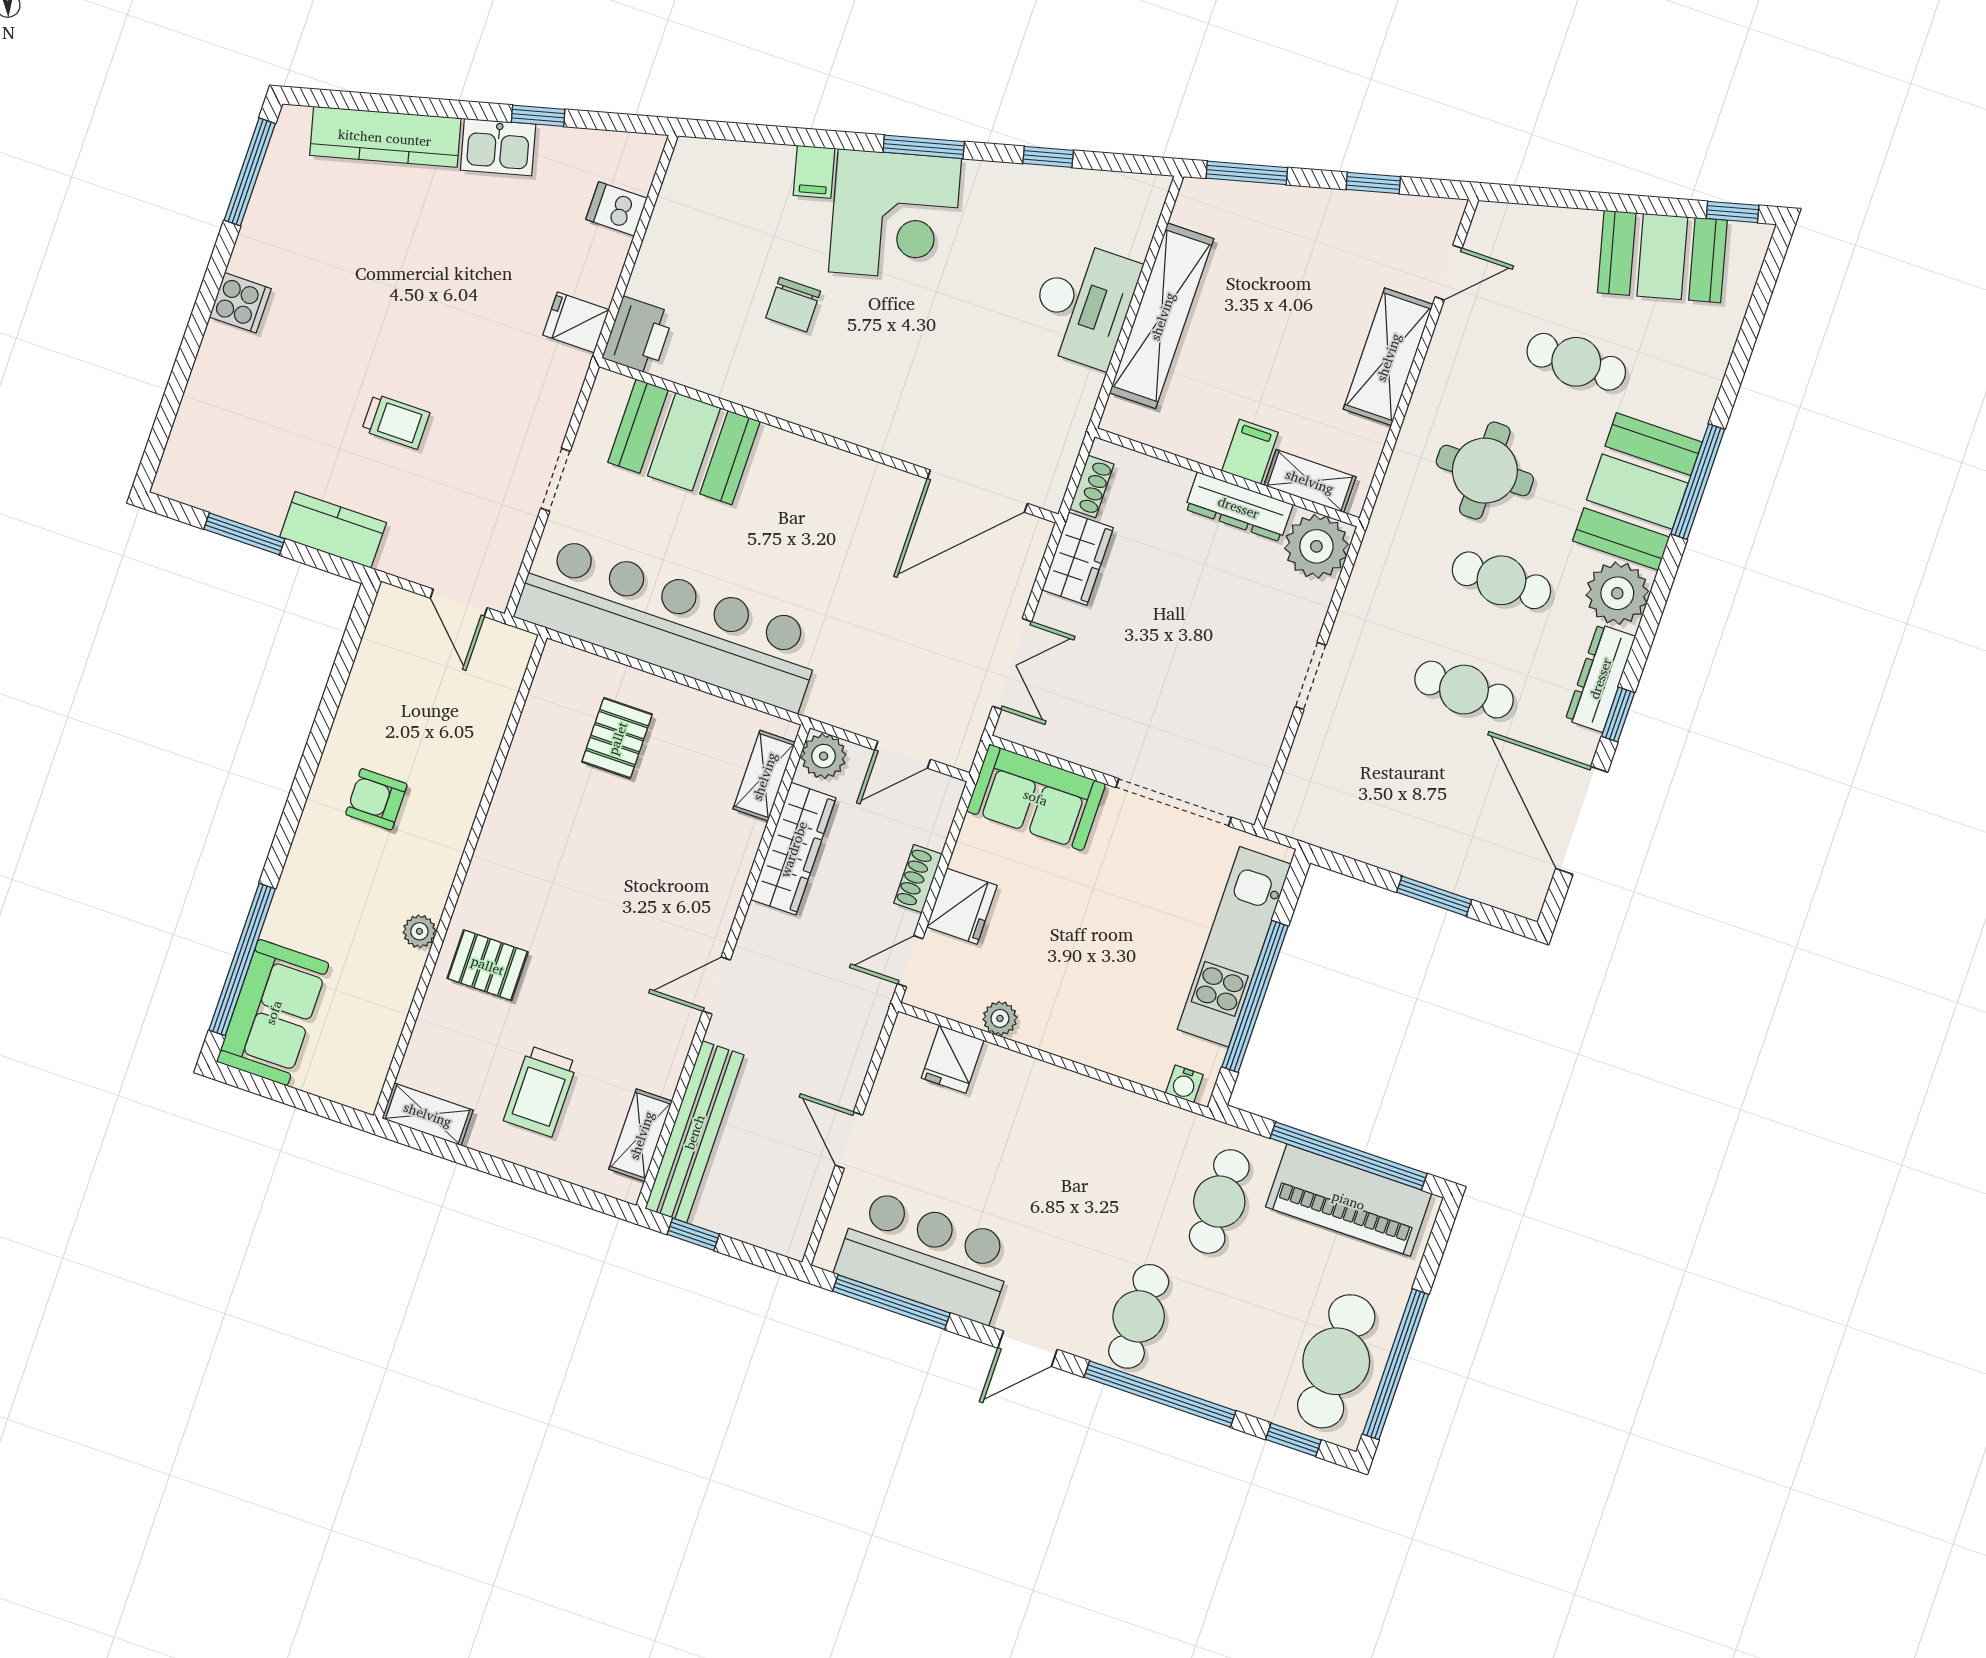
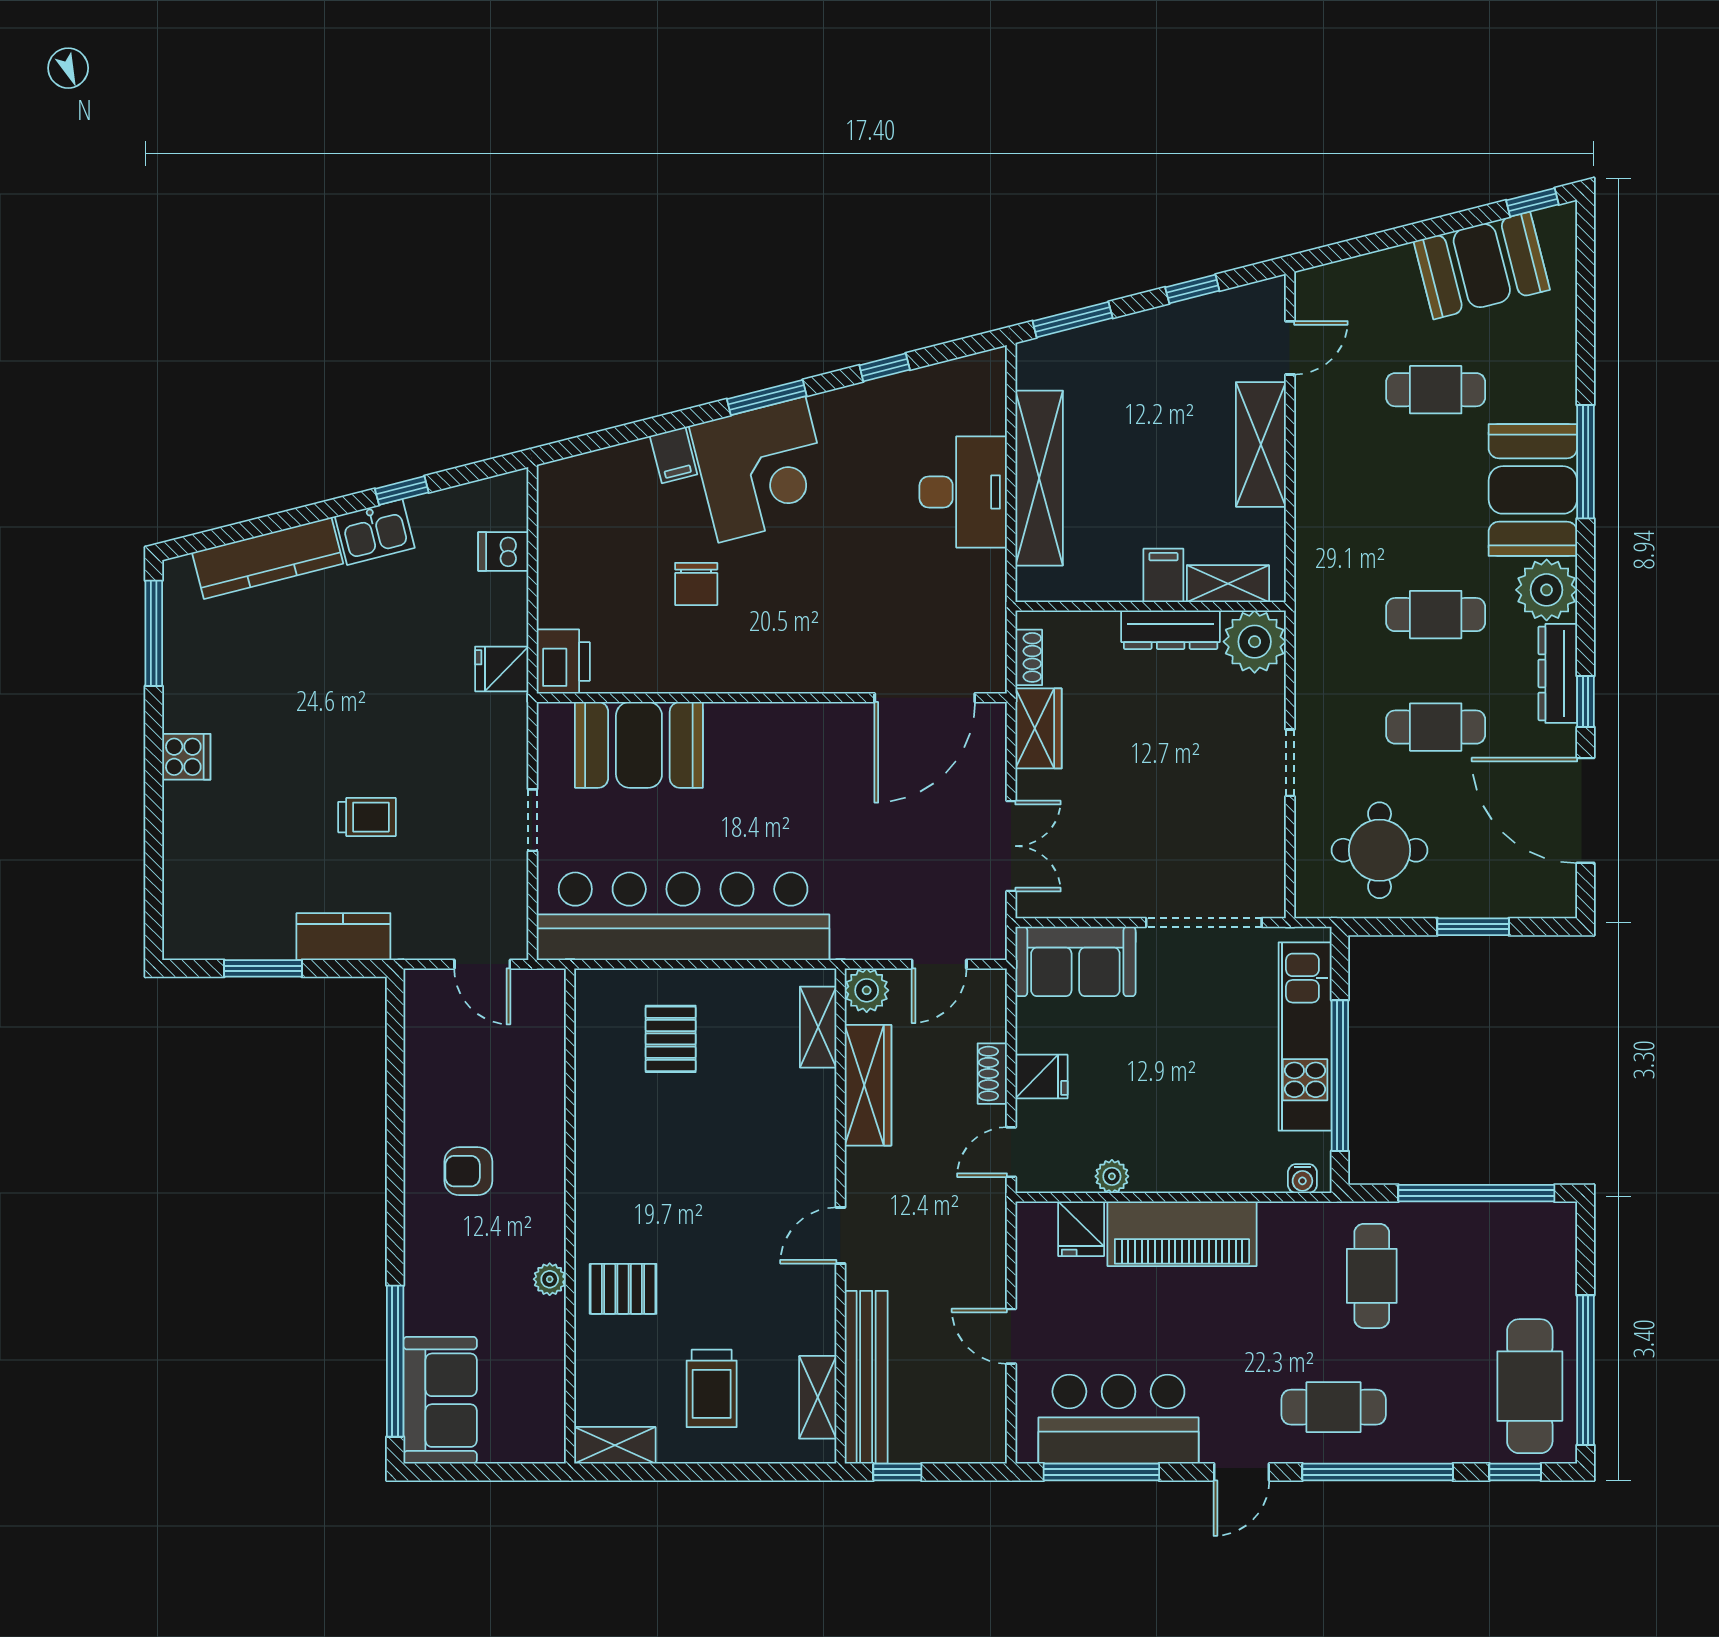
round table: (1485, 471) -> (1380, 850), moved
fridge: (962, 906) -> (1041, 1077), width x0.72
piano: (1349, 1200) -> (1182, 1234), moved
cafe table: (1139, 1316) -> (1334, 1407), turned 90

